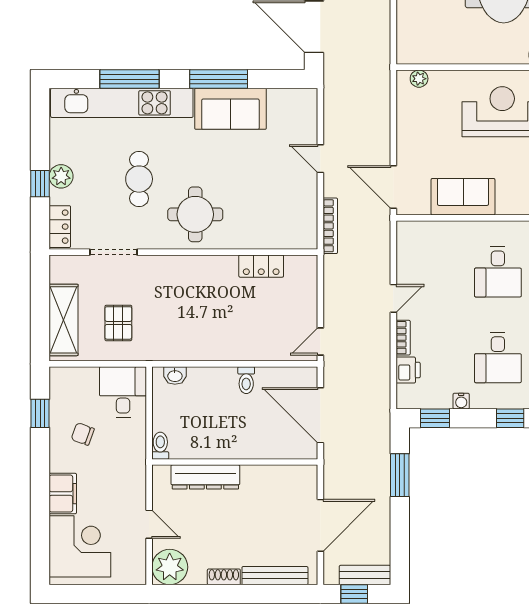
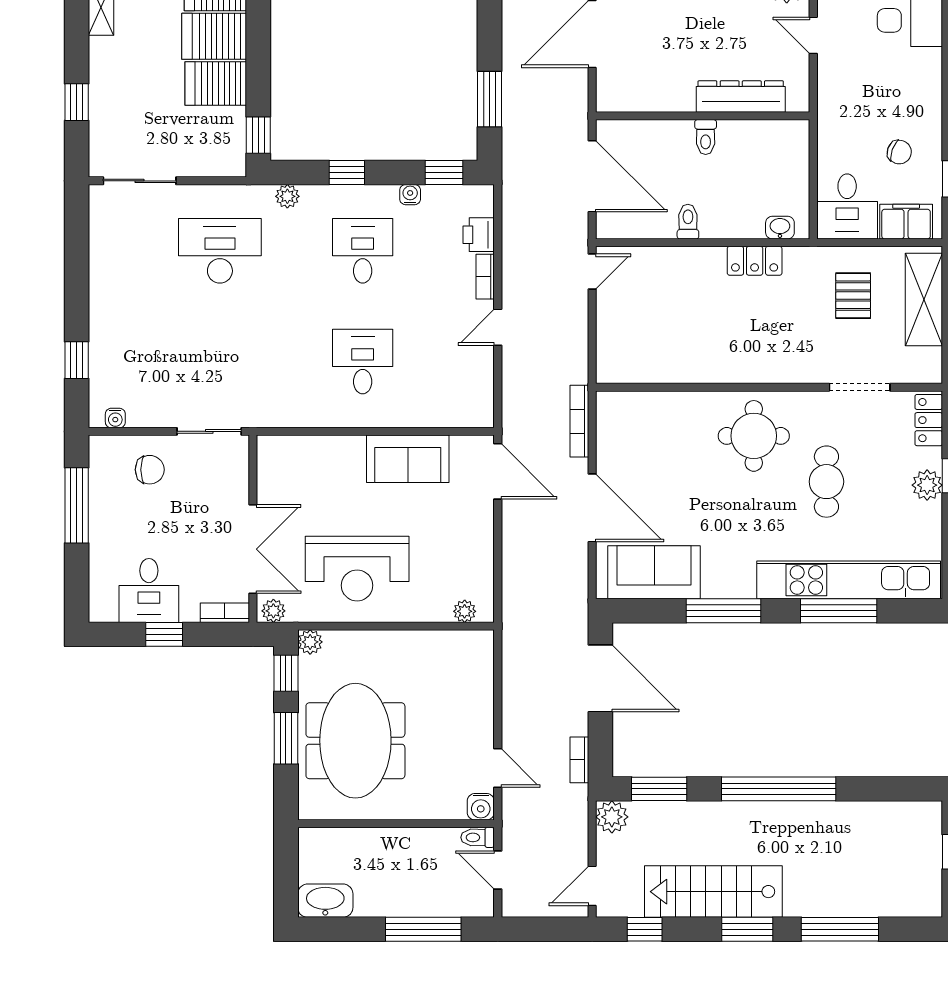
sofa: (230, 109) -> (654, 572), moved
door: (320, 159) -> (592, 508), width x1.88
locker: (261, 266) -> (755, 261), moved, turned 180
toilet: (160, 446) -> (706, 137), moved
filing cabinet: (63, 494) -> (906, 222), moved, turned 90

